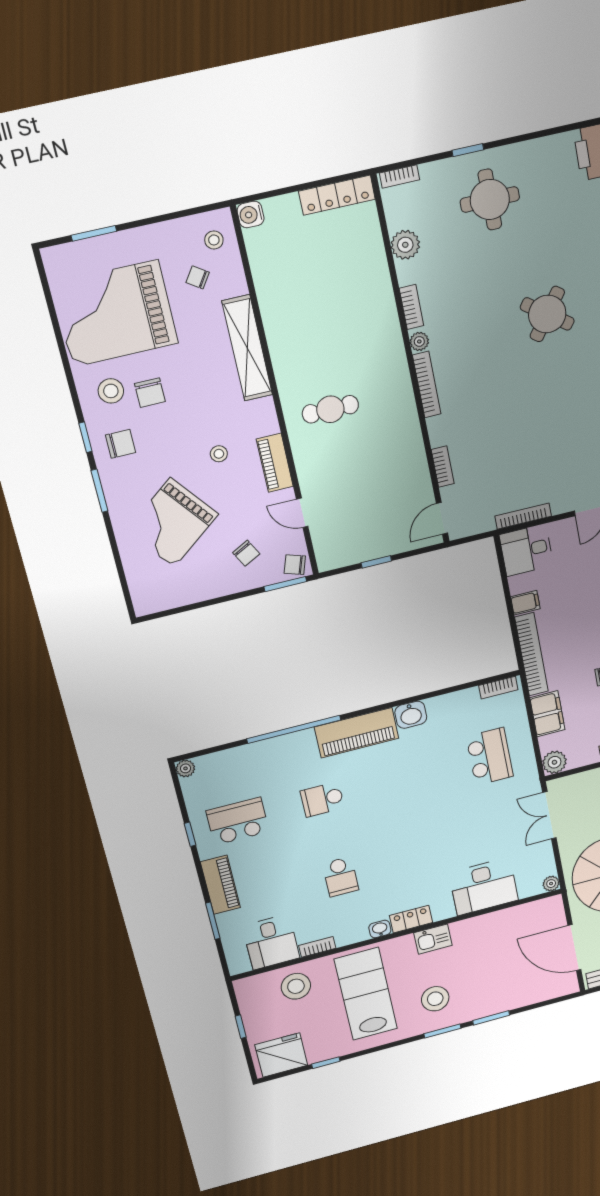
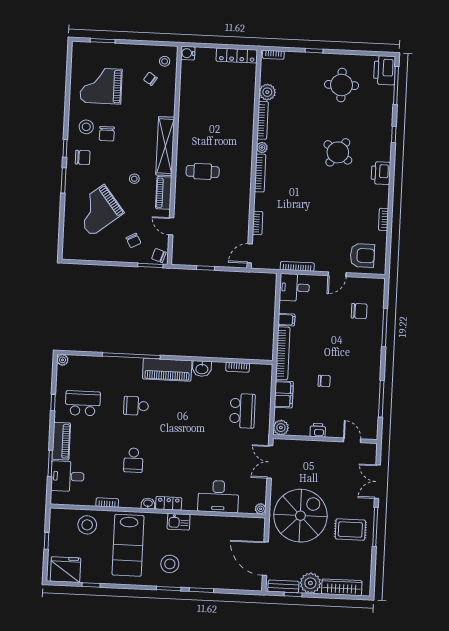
round table: (490, 200) -> (342, 85), moved
bookcase: (411, 307) -> (263, 120), width x1.56
grand piano: (115, 314) -> (101, 86), width x0.73, depth x0.68
shelving: (247, 348) -> (165, 146), moved
bookcase: (498, 688) -> (238, 367), moved
desk: (271, 942) -> (67, 476), moved, turned 90
lab bench: (366, 994) -> (128, 545), turned 180

